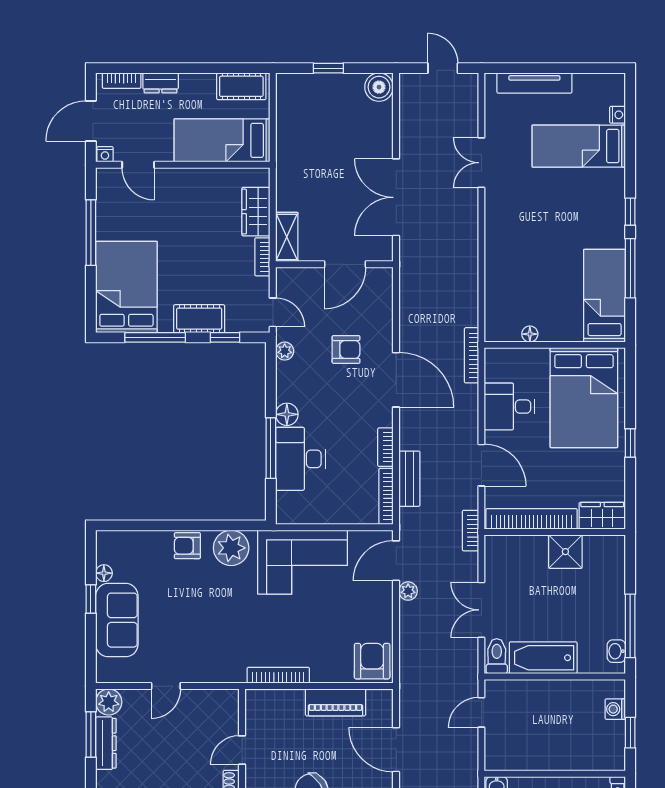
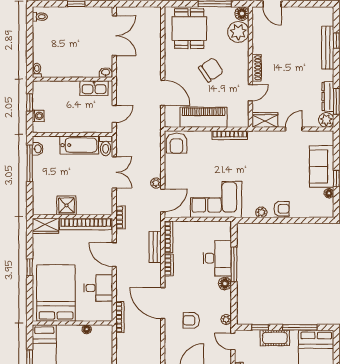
plant: (231, 548) -> (261, 212), width x0.53, depth x0.53
wardrobe: (217, 702) -> (265, 120), added
piano: (336, 702) -> (204, 117), width x1.37, depth x1.33
kitchen sink: (517, 758) -> (94, 88), added

